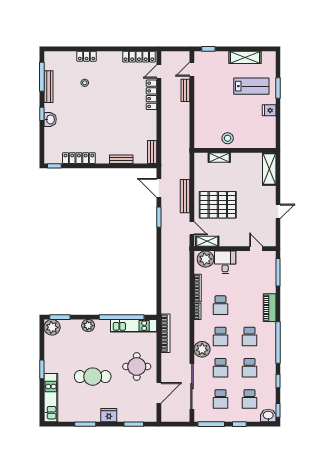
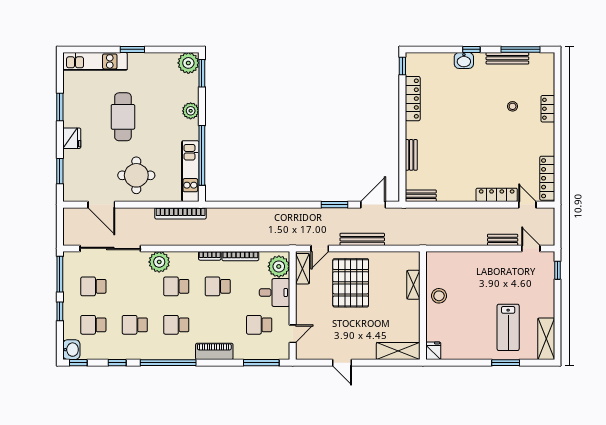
shelving: (245, 57) -> (546, 339), moved
fridge: (269, 110) -> (433, 351), moved
school desk: (220, 368) -> (259, 325), moved

